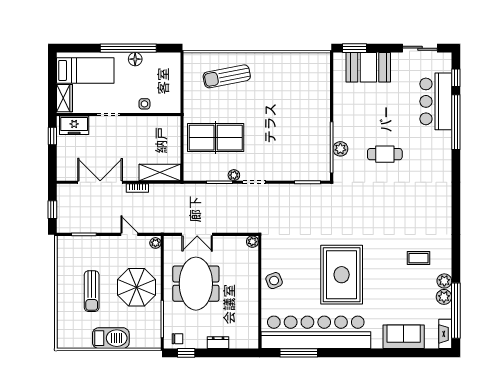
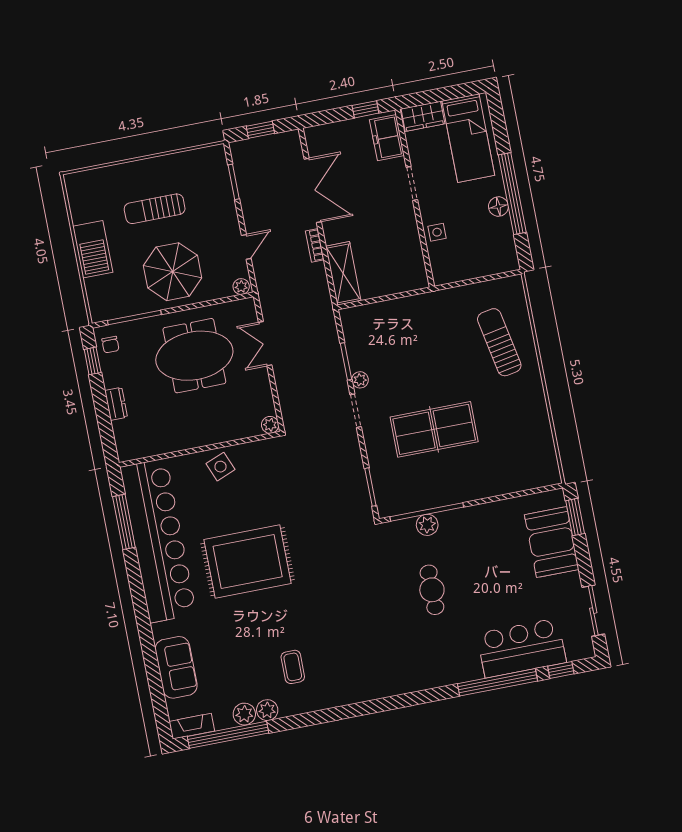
table tennis table: (216, 138) -> (434, 429), moved, turned 90

